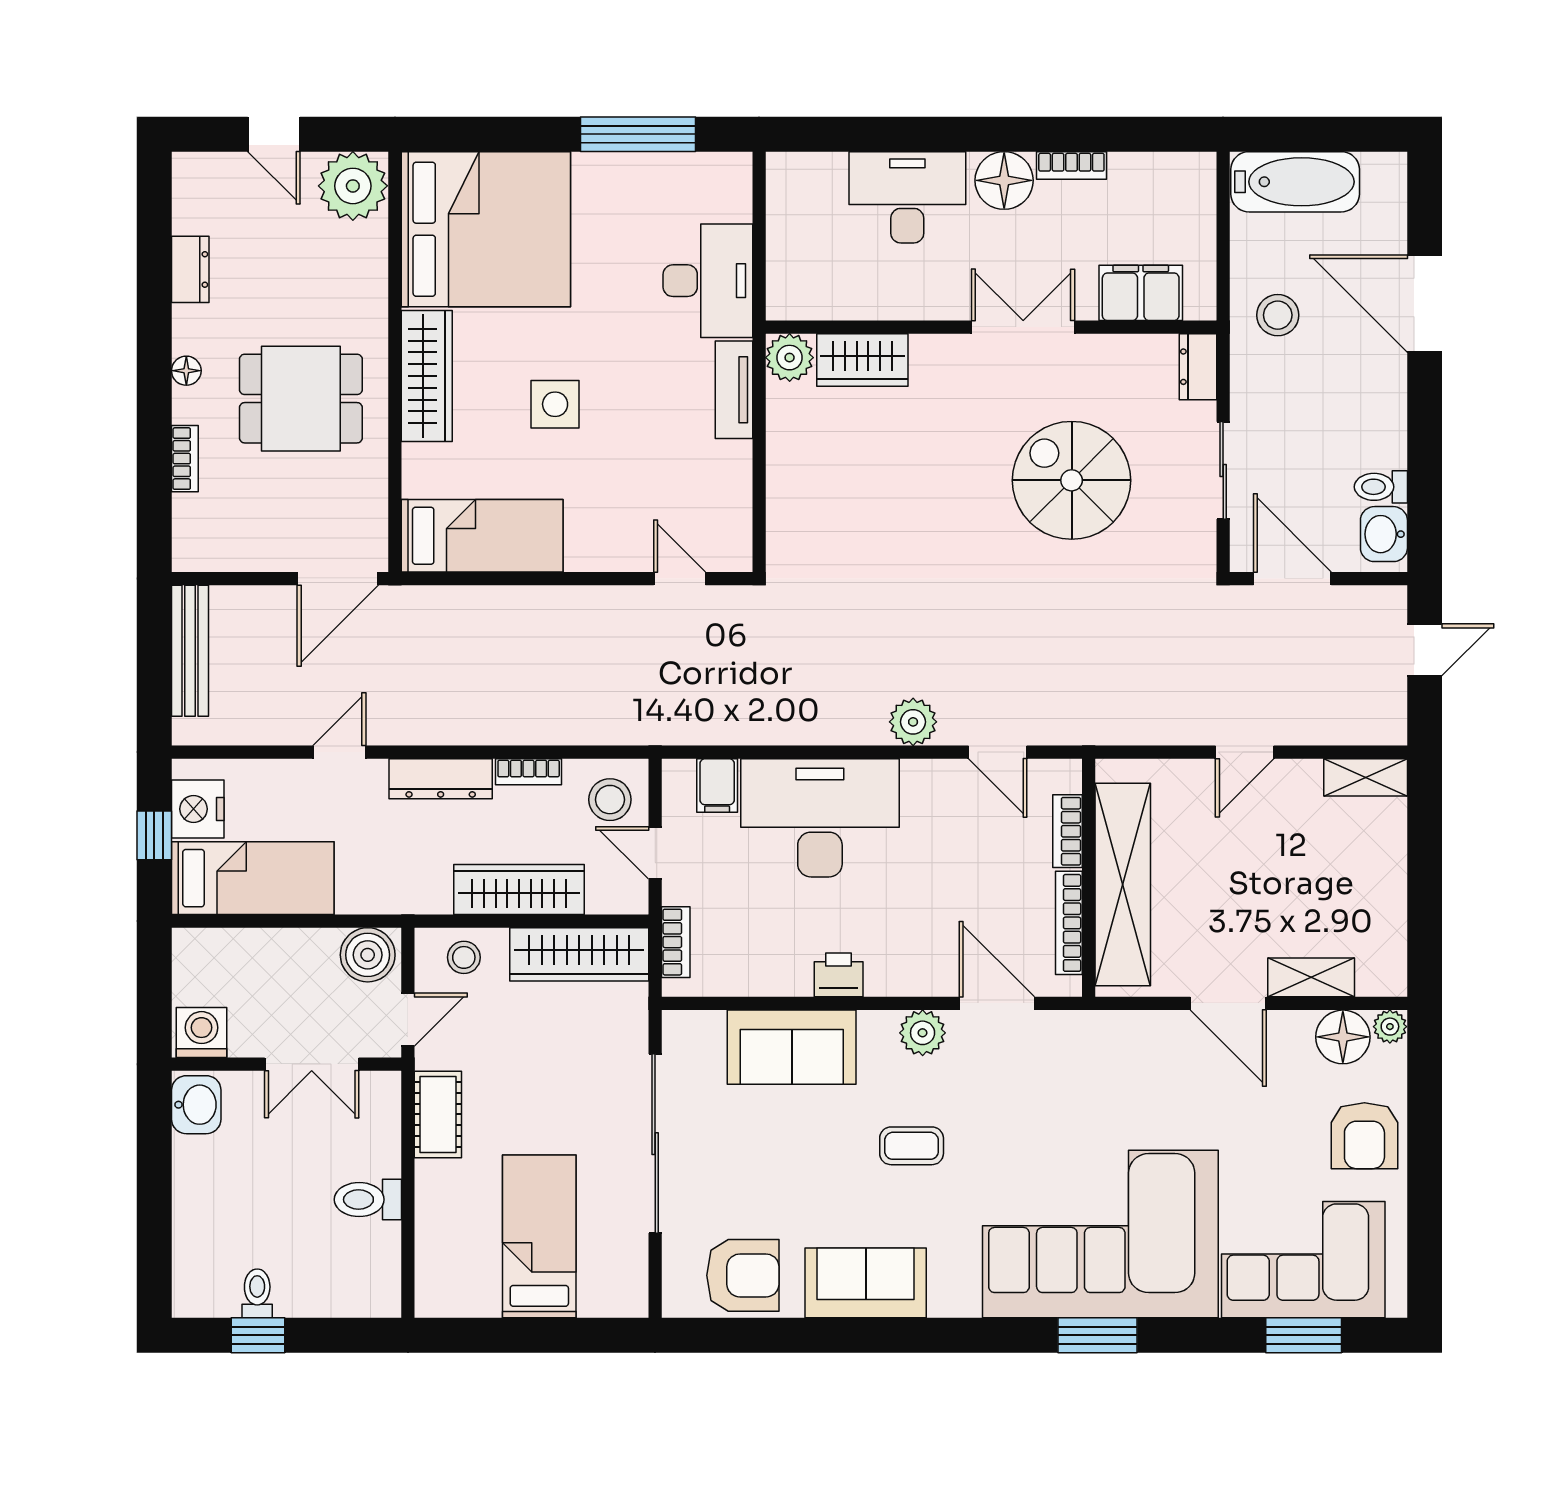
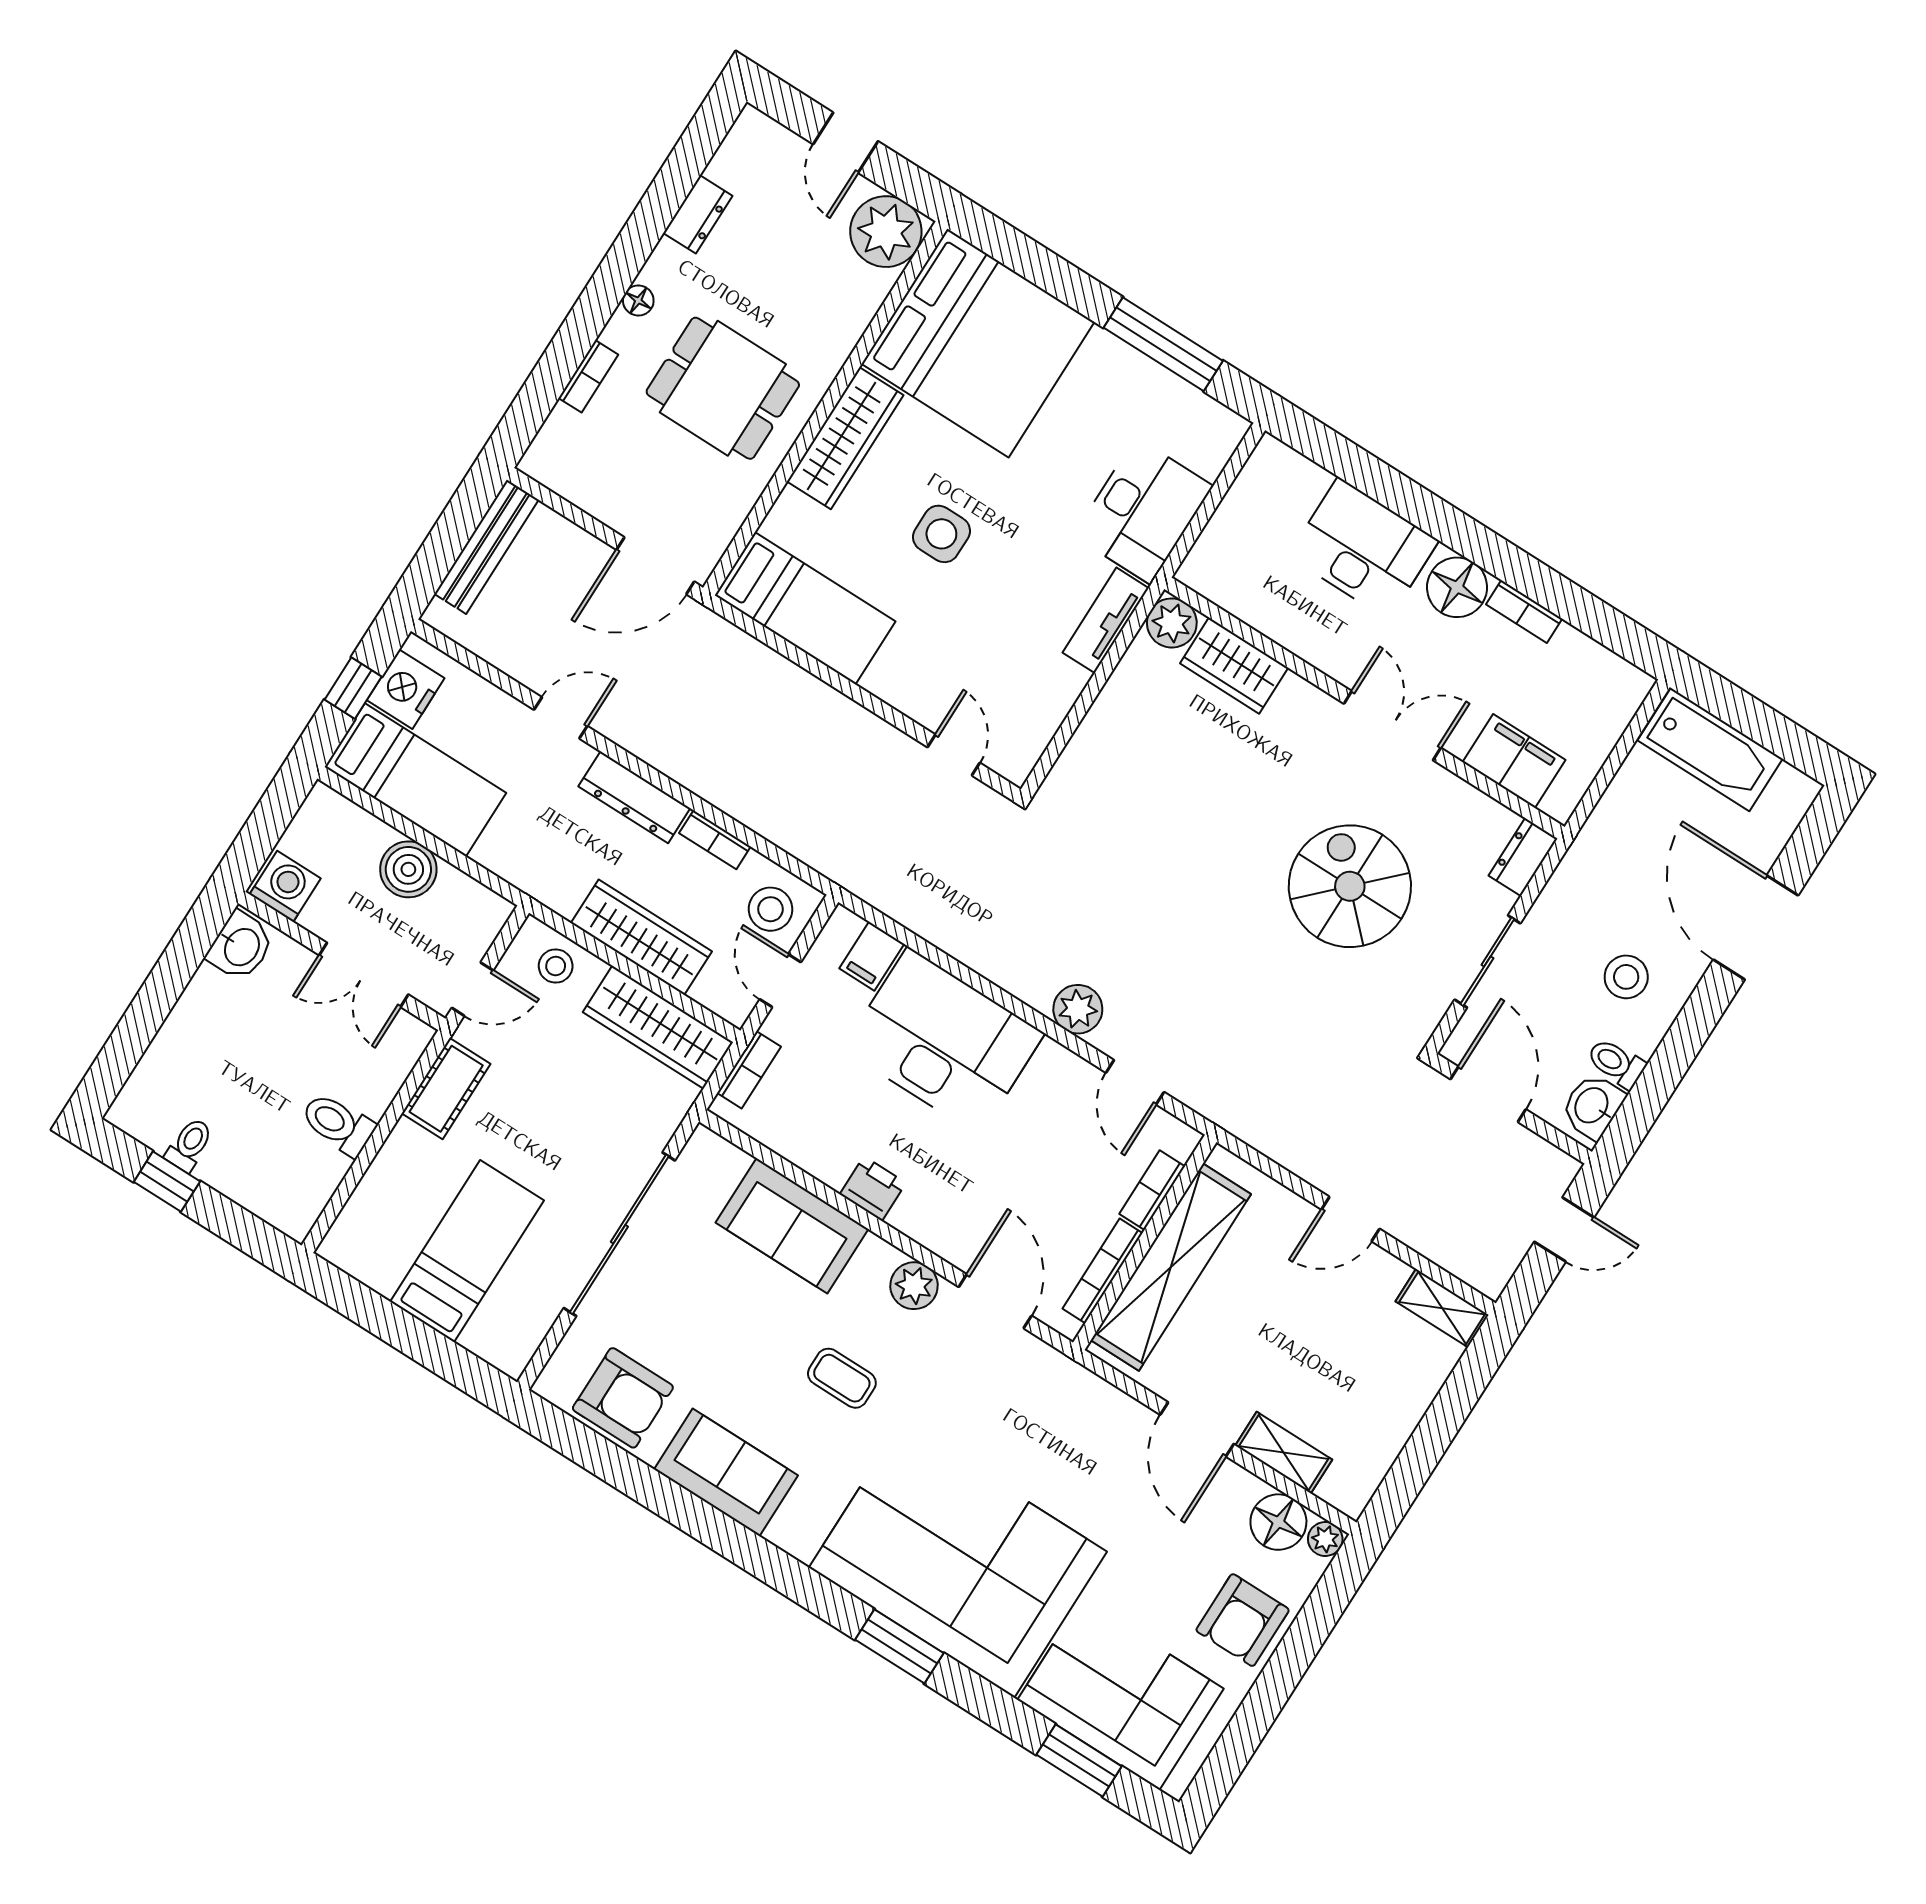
stool: (1278, 315) -> (1626, 977), moved
boiler: (368, 955) -> (408, 869), moved

